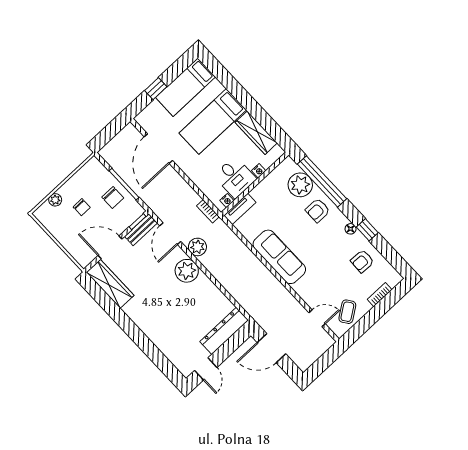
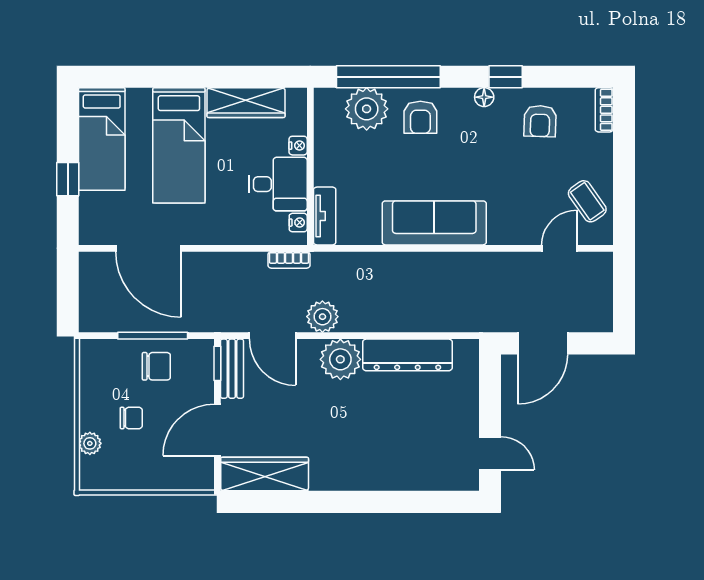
bookcase: (380, 295) -> (604, 110), moved
dresser: (224, 331) -> (407, 355), moved, turned -90

